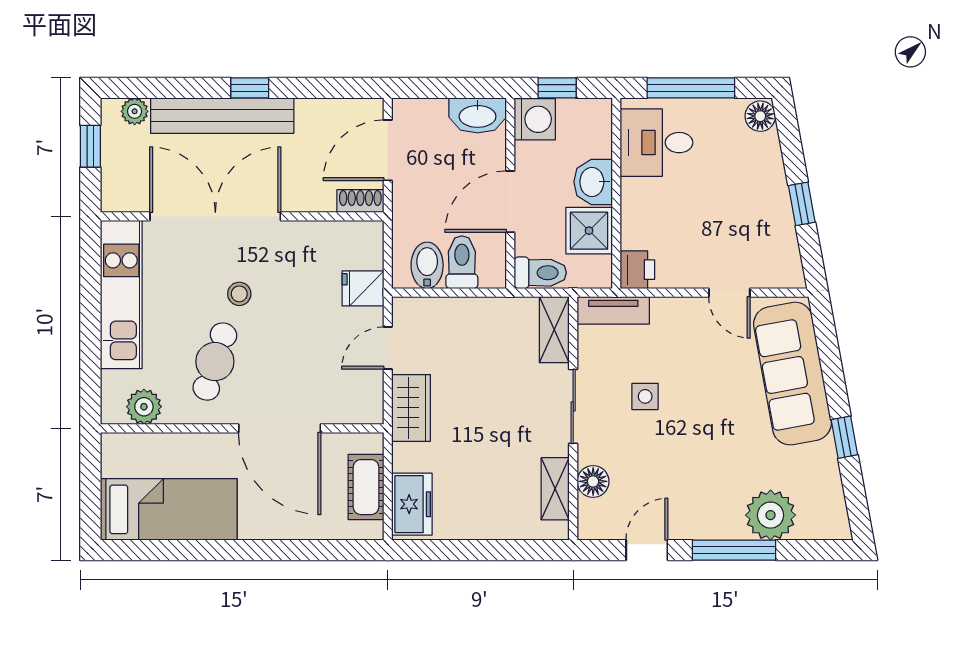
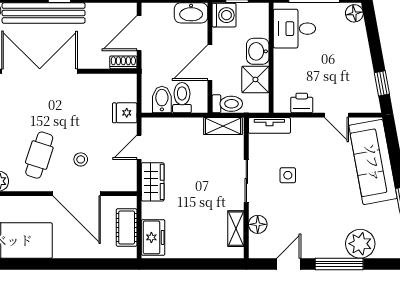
window: (802, 204) -> (382, 83), moved
printer: (637, 270) -> (302, 103), moved, turned -90
stool: (239, 294) -> (81, 159), moved
shelving: (554, 330) -> (223, 126), moved, turned 90

